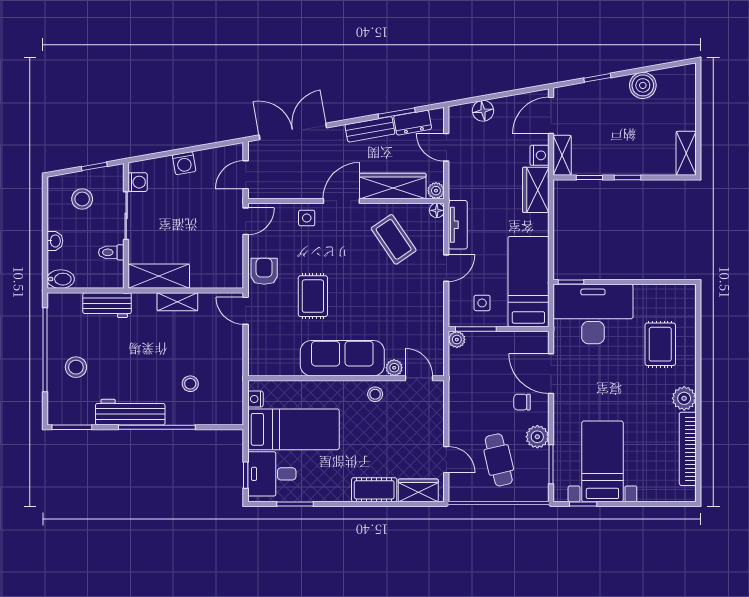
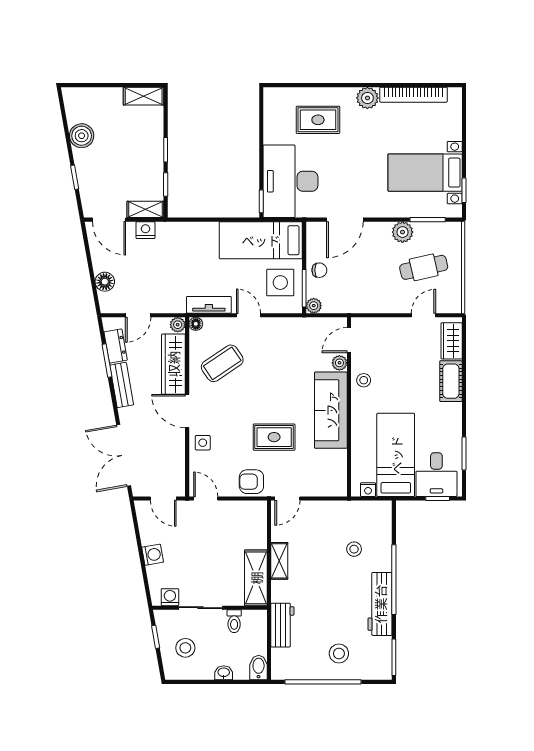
wardrobe: (536, 190) -> (177, 234), removed
side table: (482, 303) -> (280, 283), width x1.87, depth x1.87
chair: (522, 402) -> (319, 270), moved, turned -90

